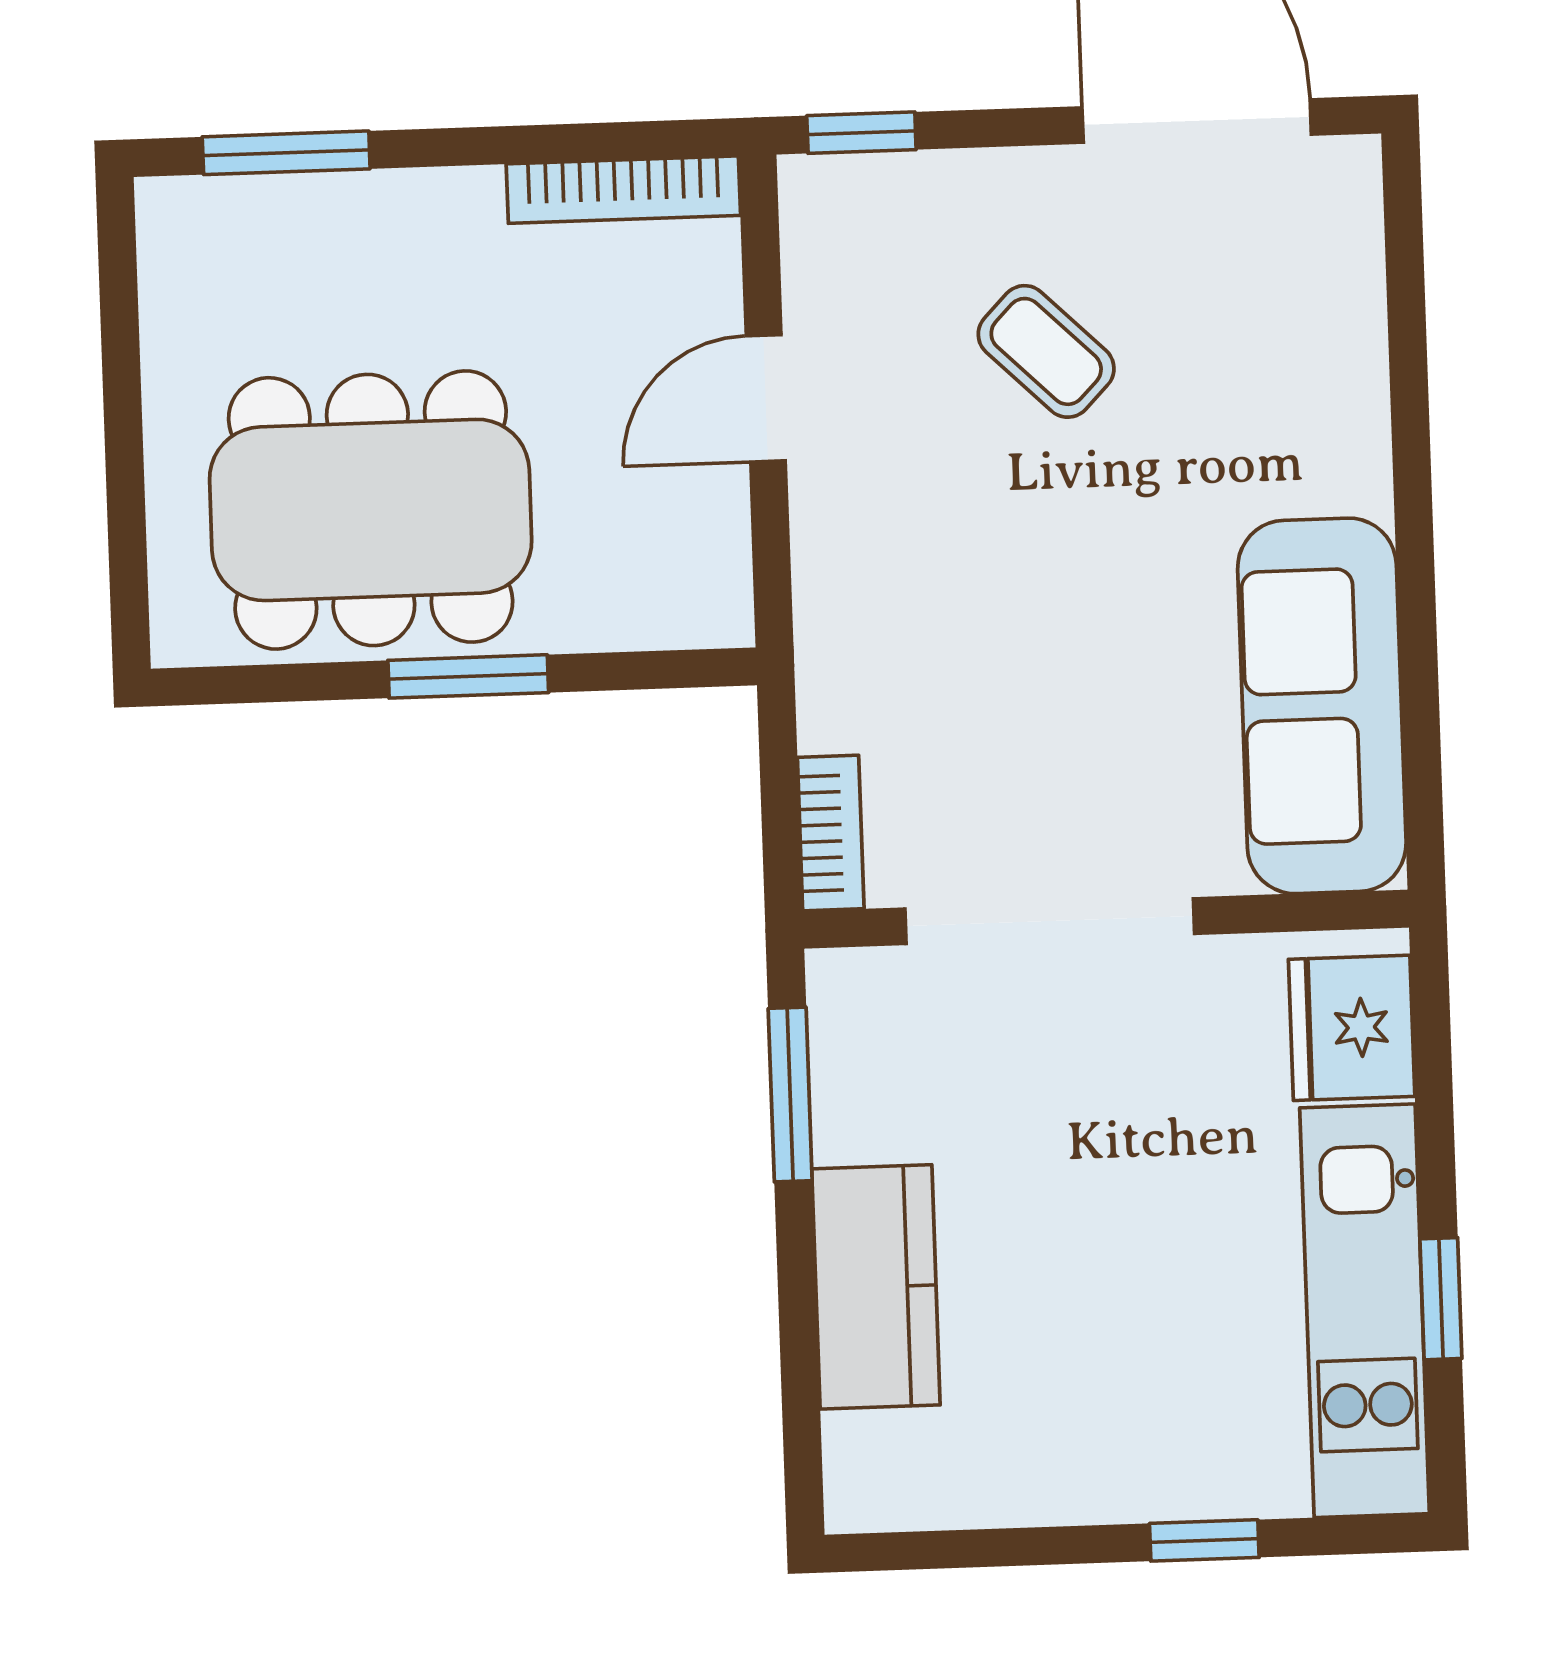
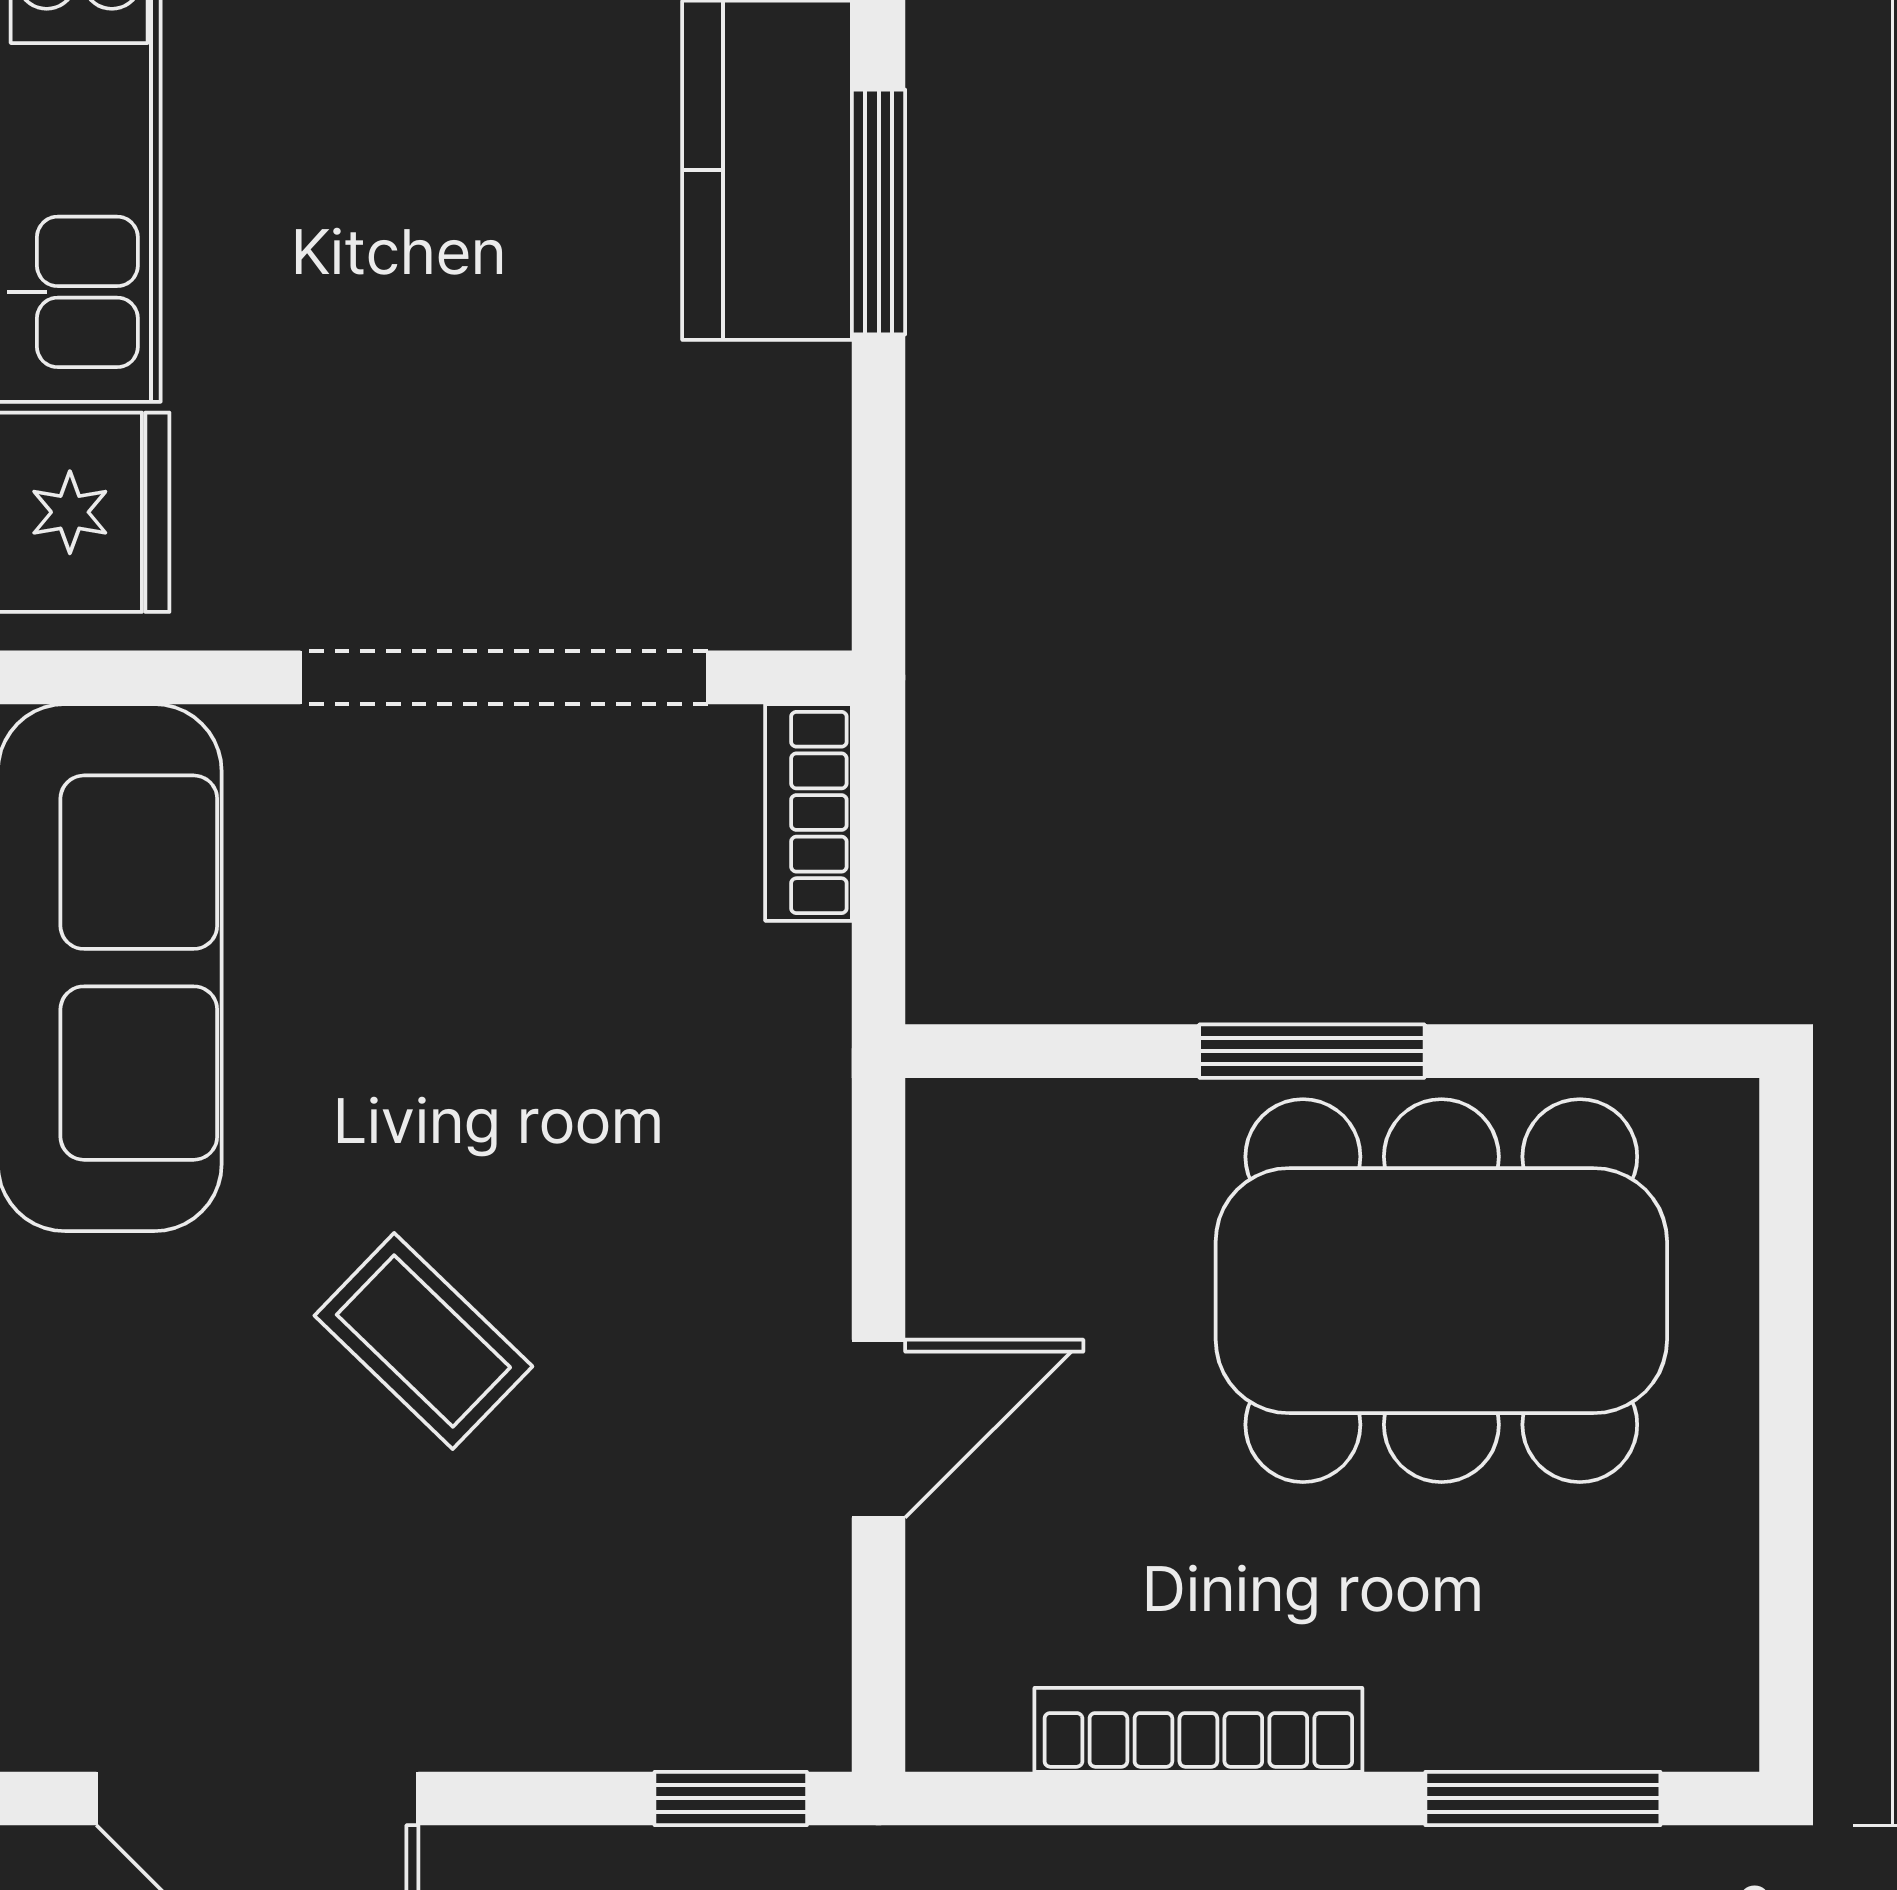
bookcase: (623, 190) -> (1198, 1730), moved
coffee table: (1046, 351) -> (423, 1341), moved
window: (790, 1094) -> (879, 212), moved

